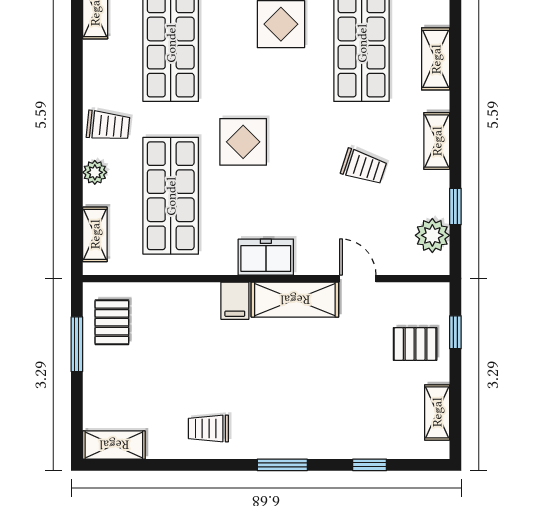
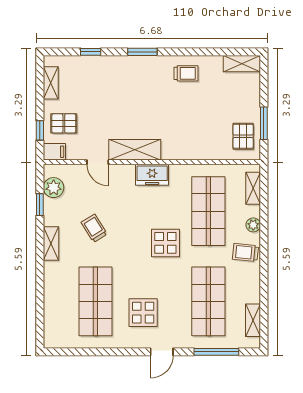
shelving: (436, 59) -> (52, 292), removed
trolley: (364, 167) -> (94, 228), turned 40
filing cabinet: (235, 301) -> (54, 152), moved, turned 90

